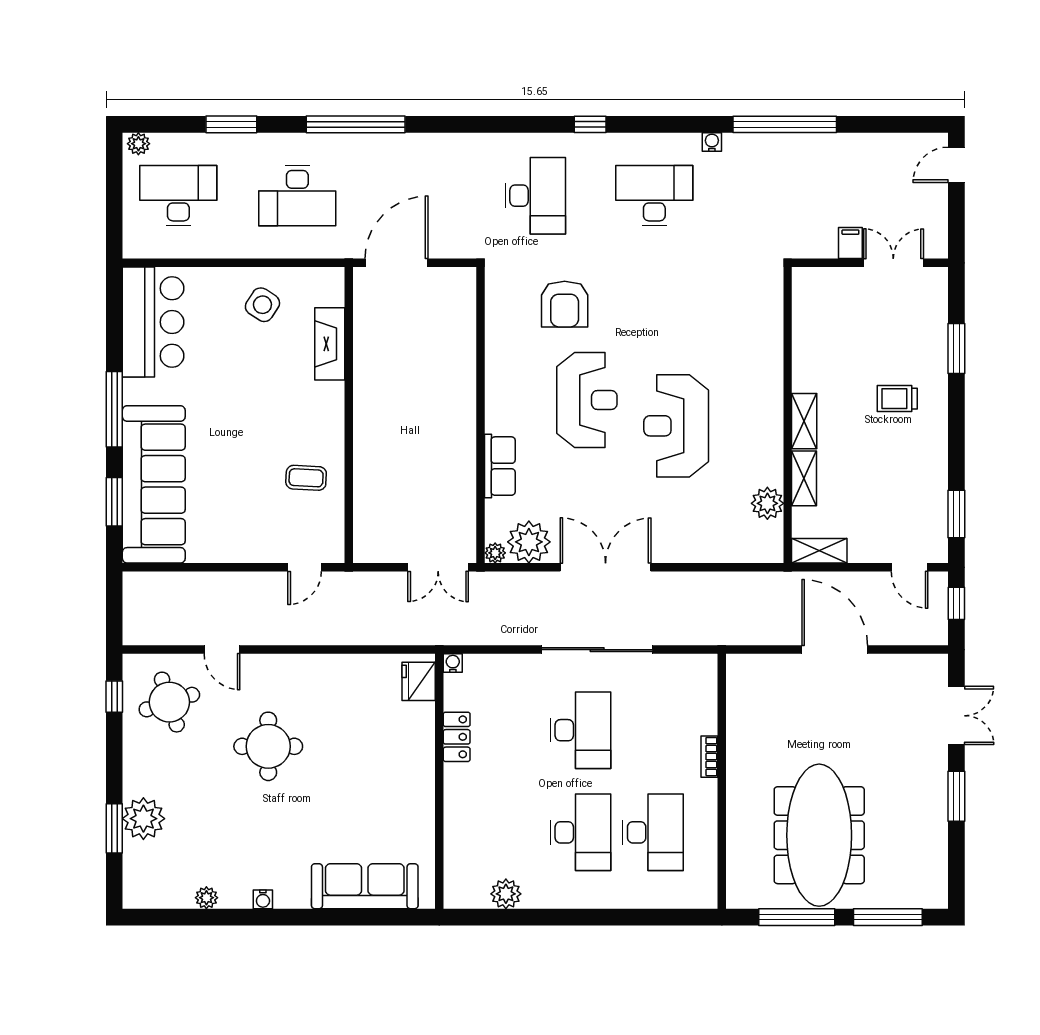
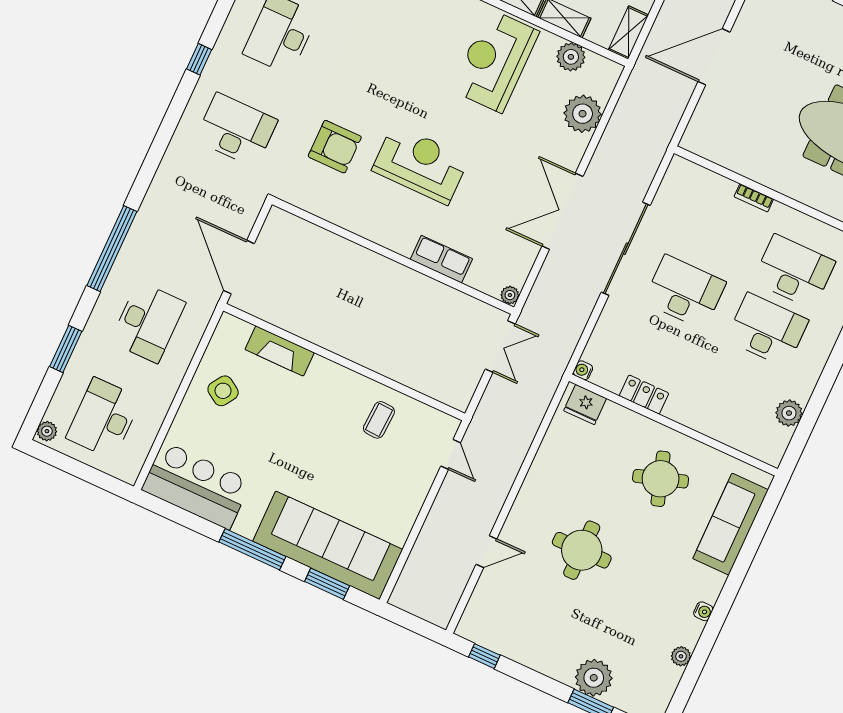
reception desk: (676, 426) -> (495, 61), moved, turned 90
plant: (529, 542) -> (583, 114), moved
round table: (169, 702) -> (661, 479), moved

